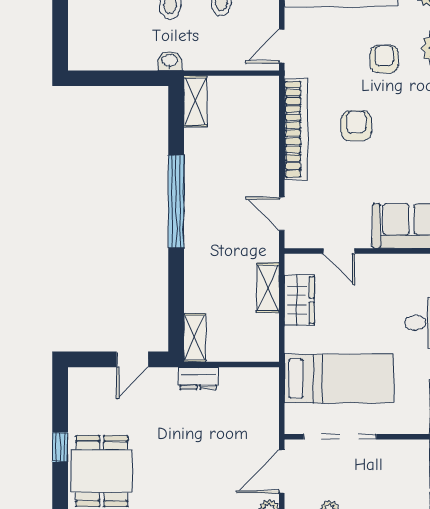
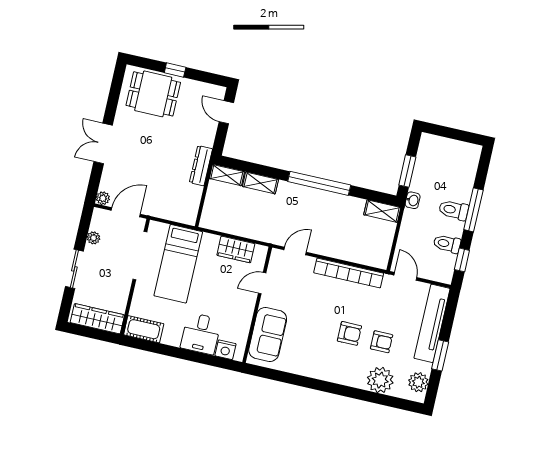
window: (129, 78) -> (407, 171), added
armchair: (356, 126) -> (349, 333), moved
shelving: (268, 288) -> (260, 183), moved
door: (132, 359) -> (226, 112), moved
dresser: (198, 378) -> (201, 166), width x1.44
door: (282, 471) -> (126, 212), hinge flipped

